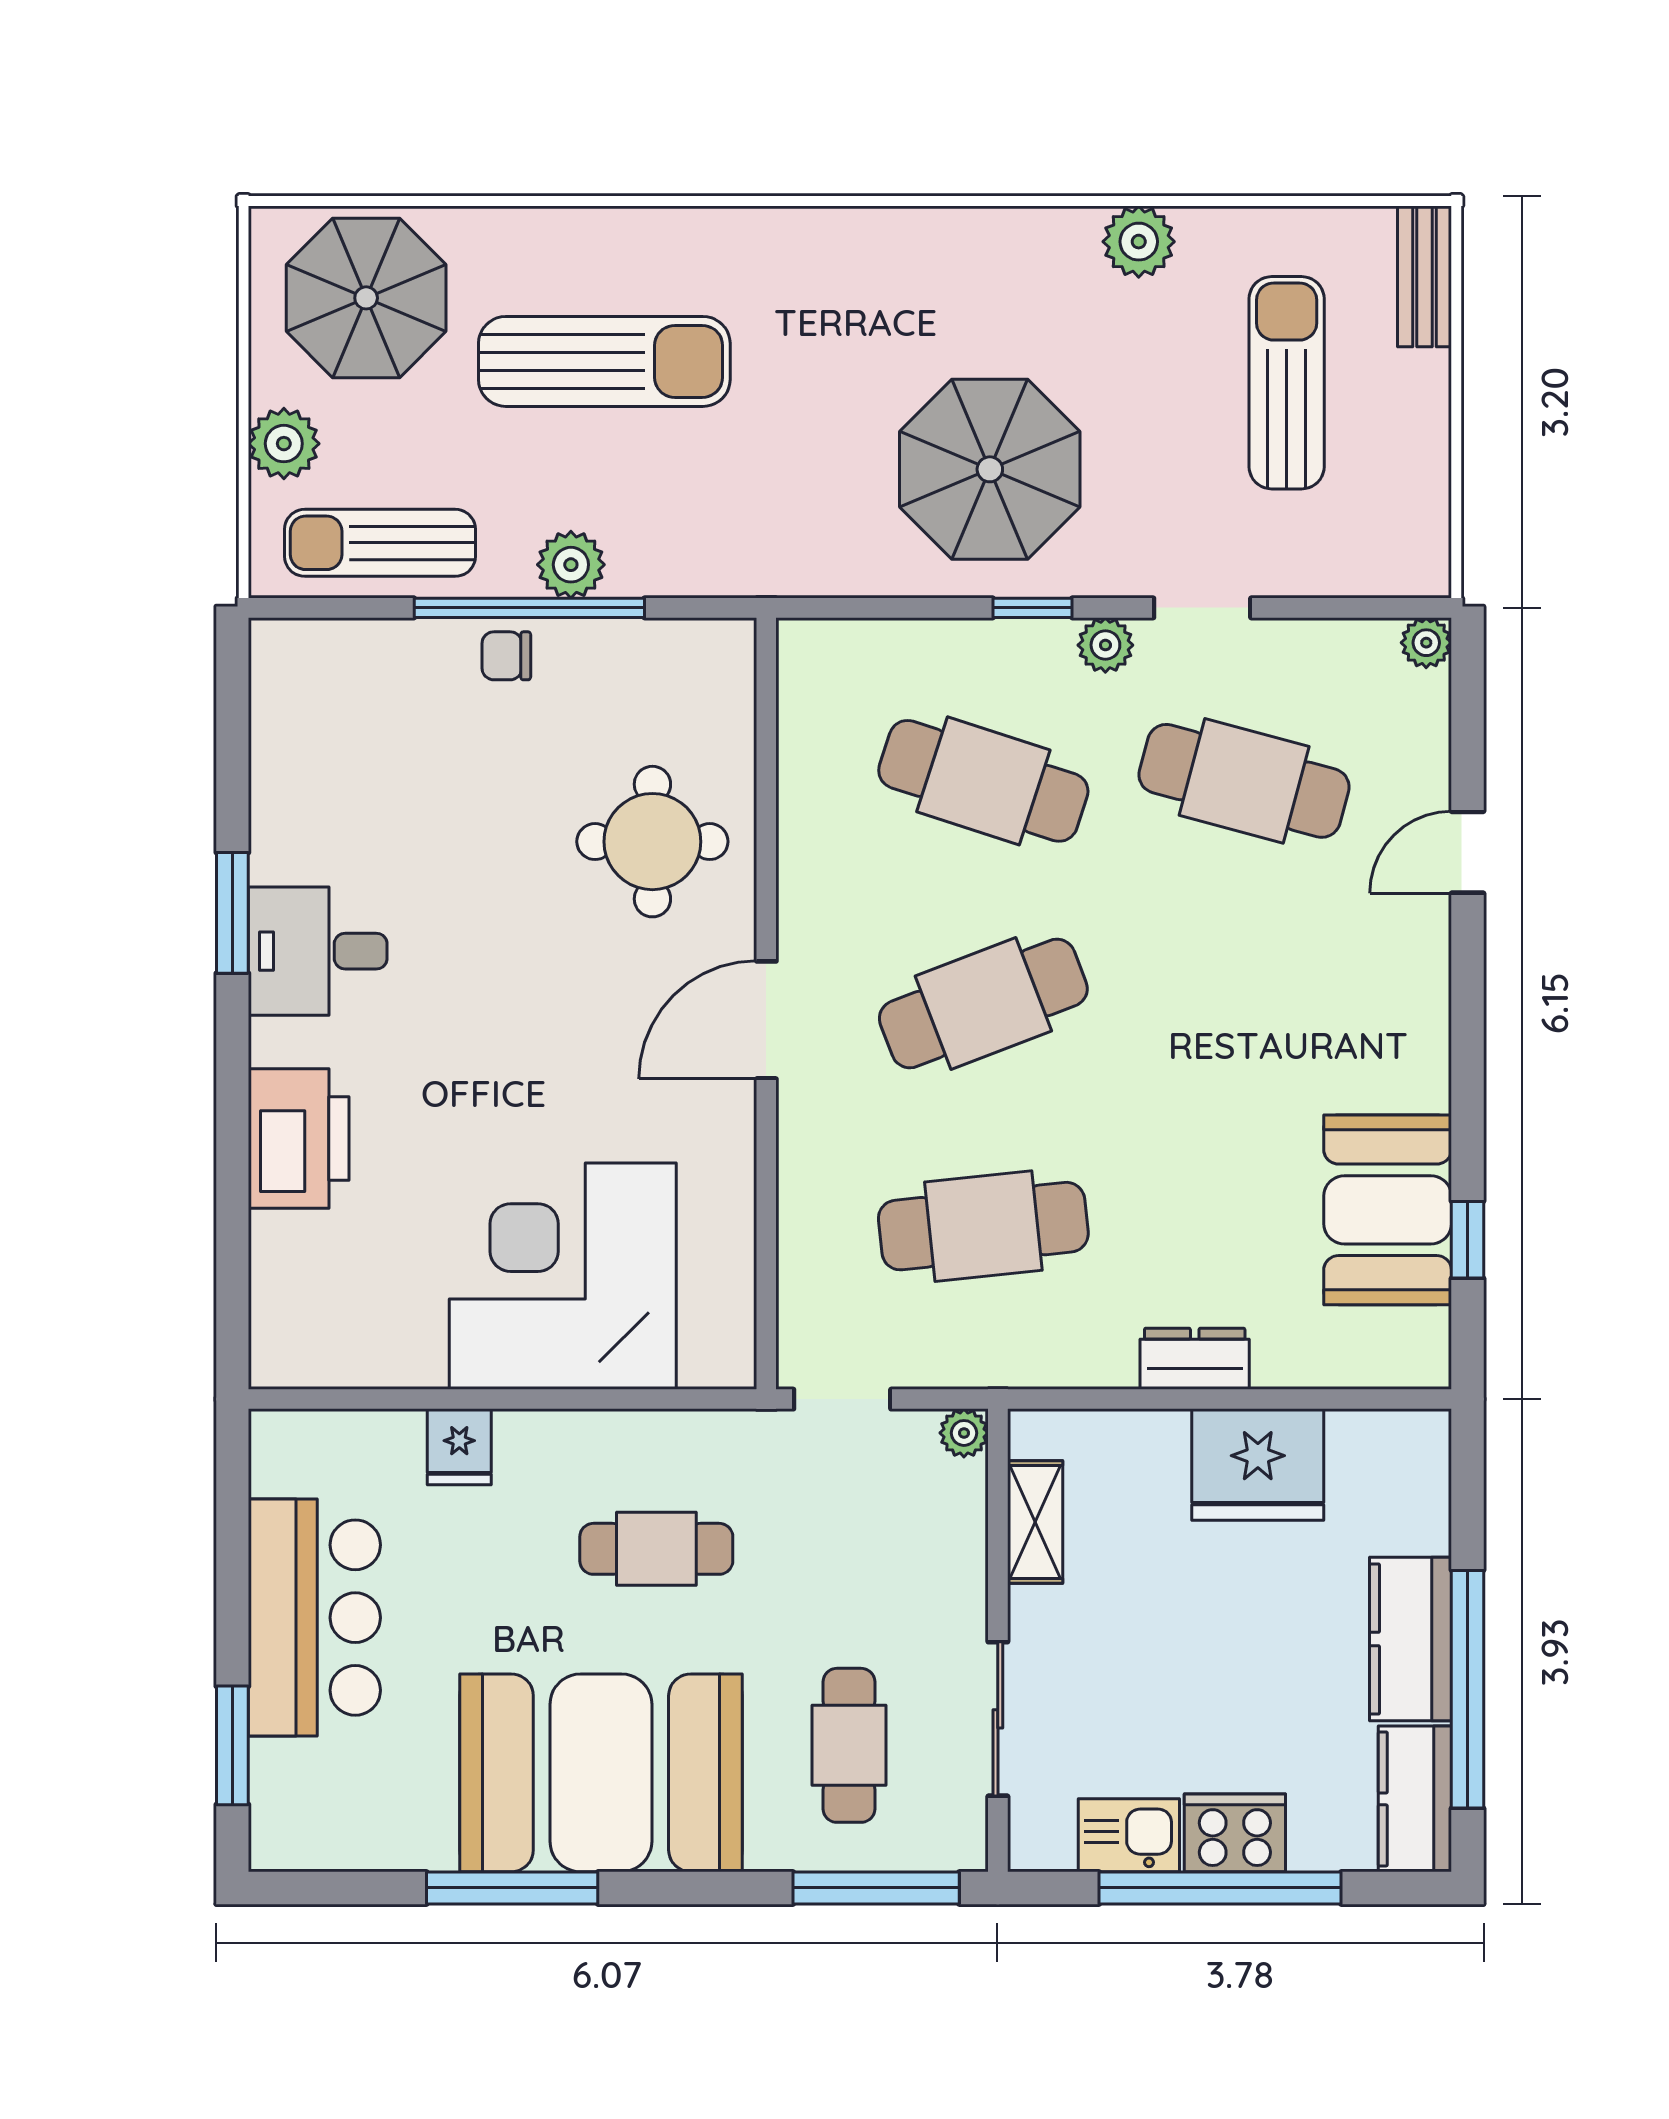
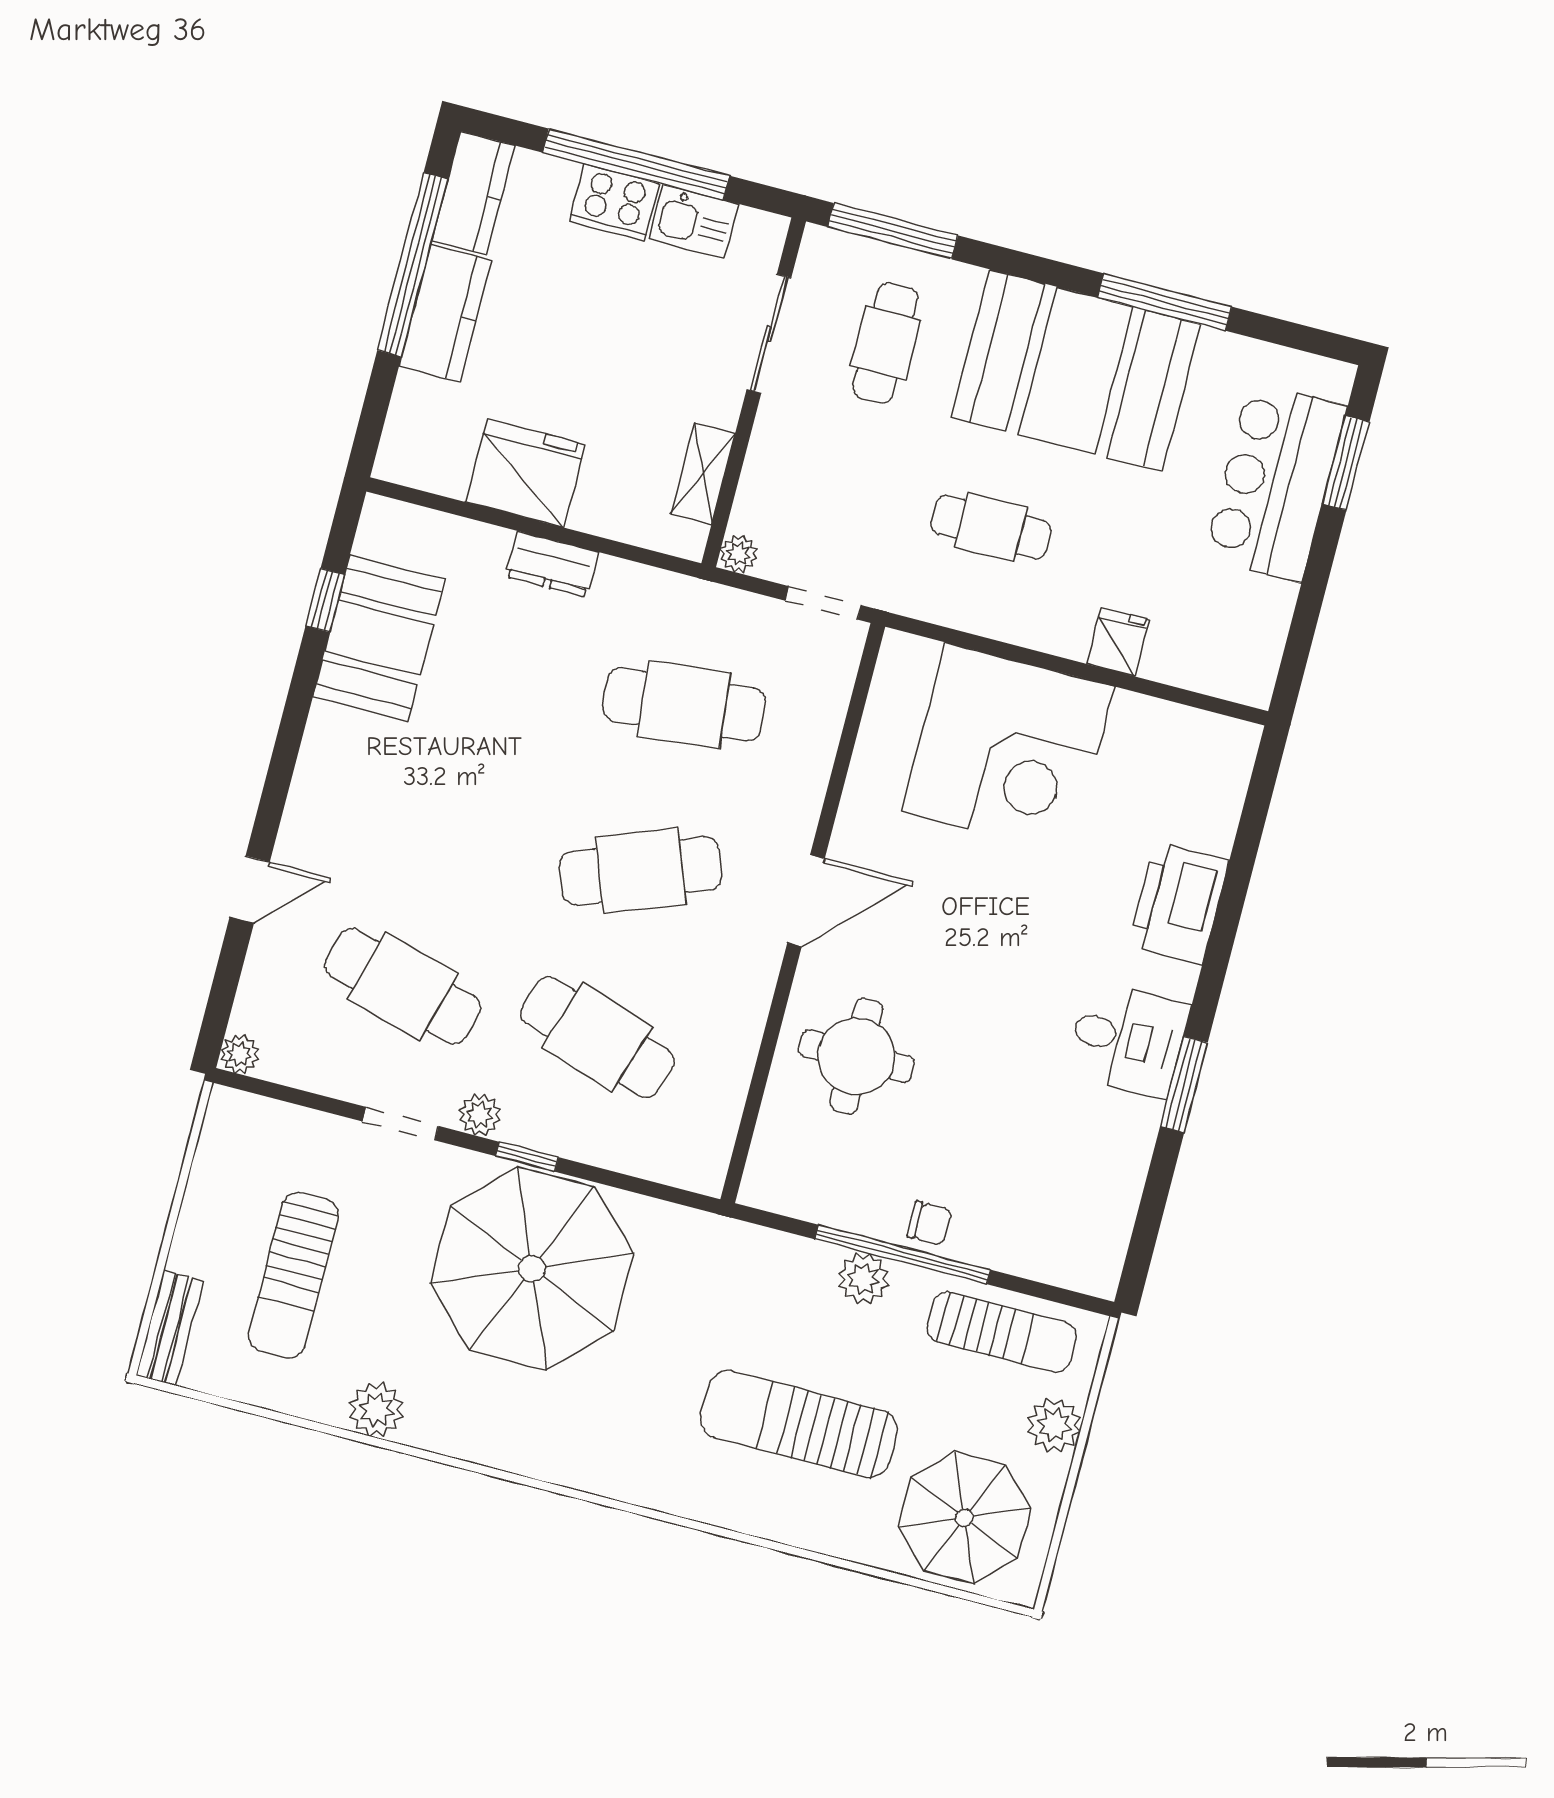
parasol: (990, 469) -> (532, 1268), width x1.36, depth x1.36
bar counter: (314, 1618) -> (1275, 482), moved

